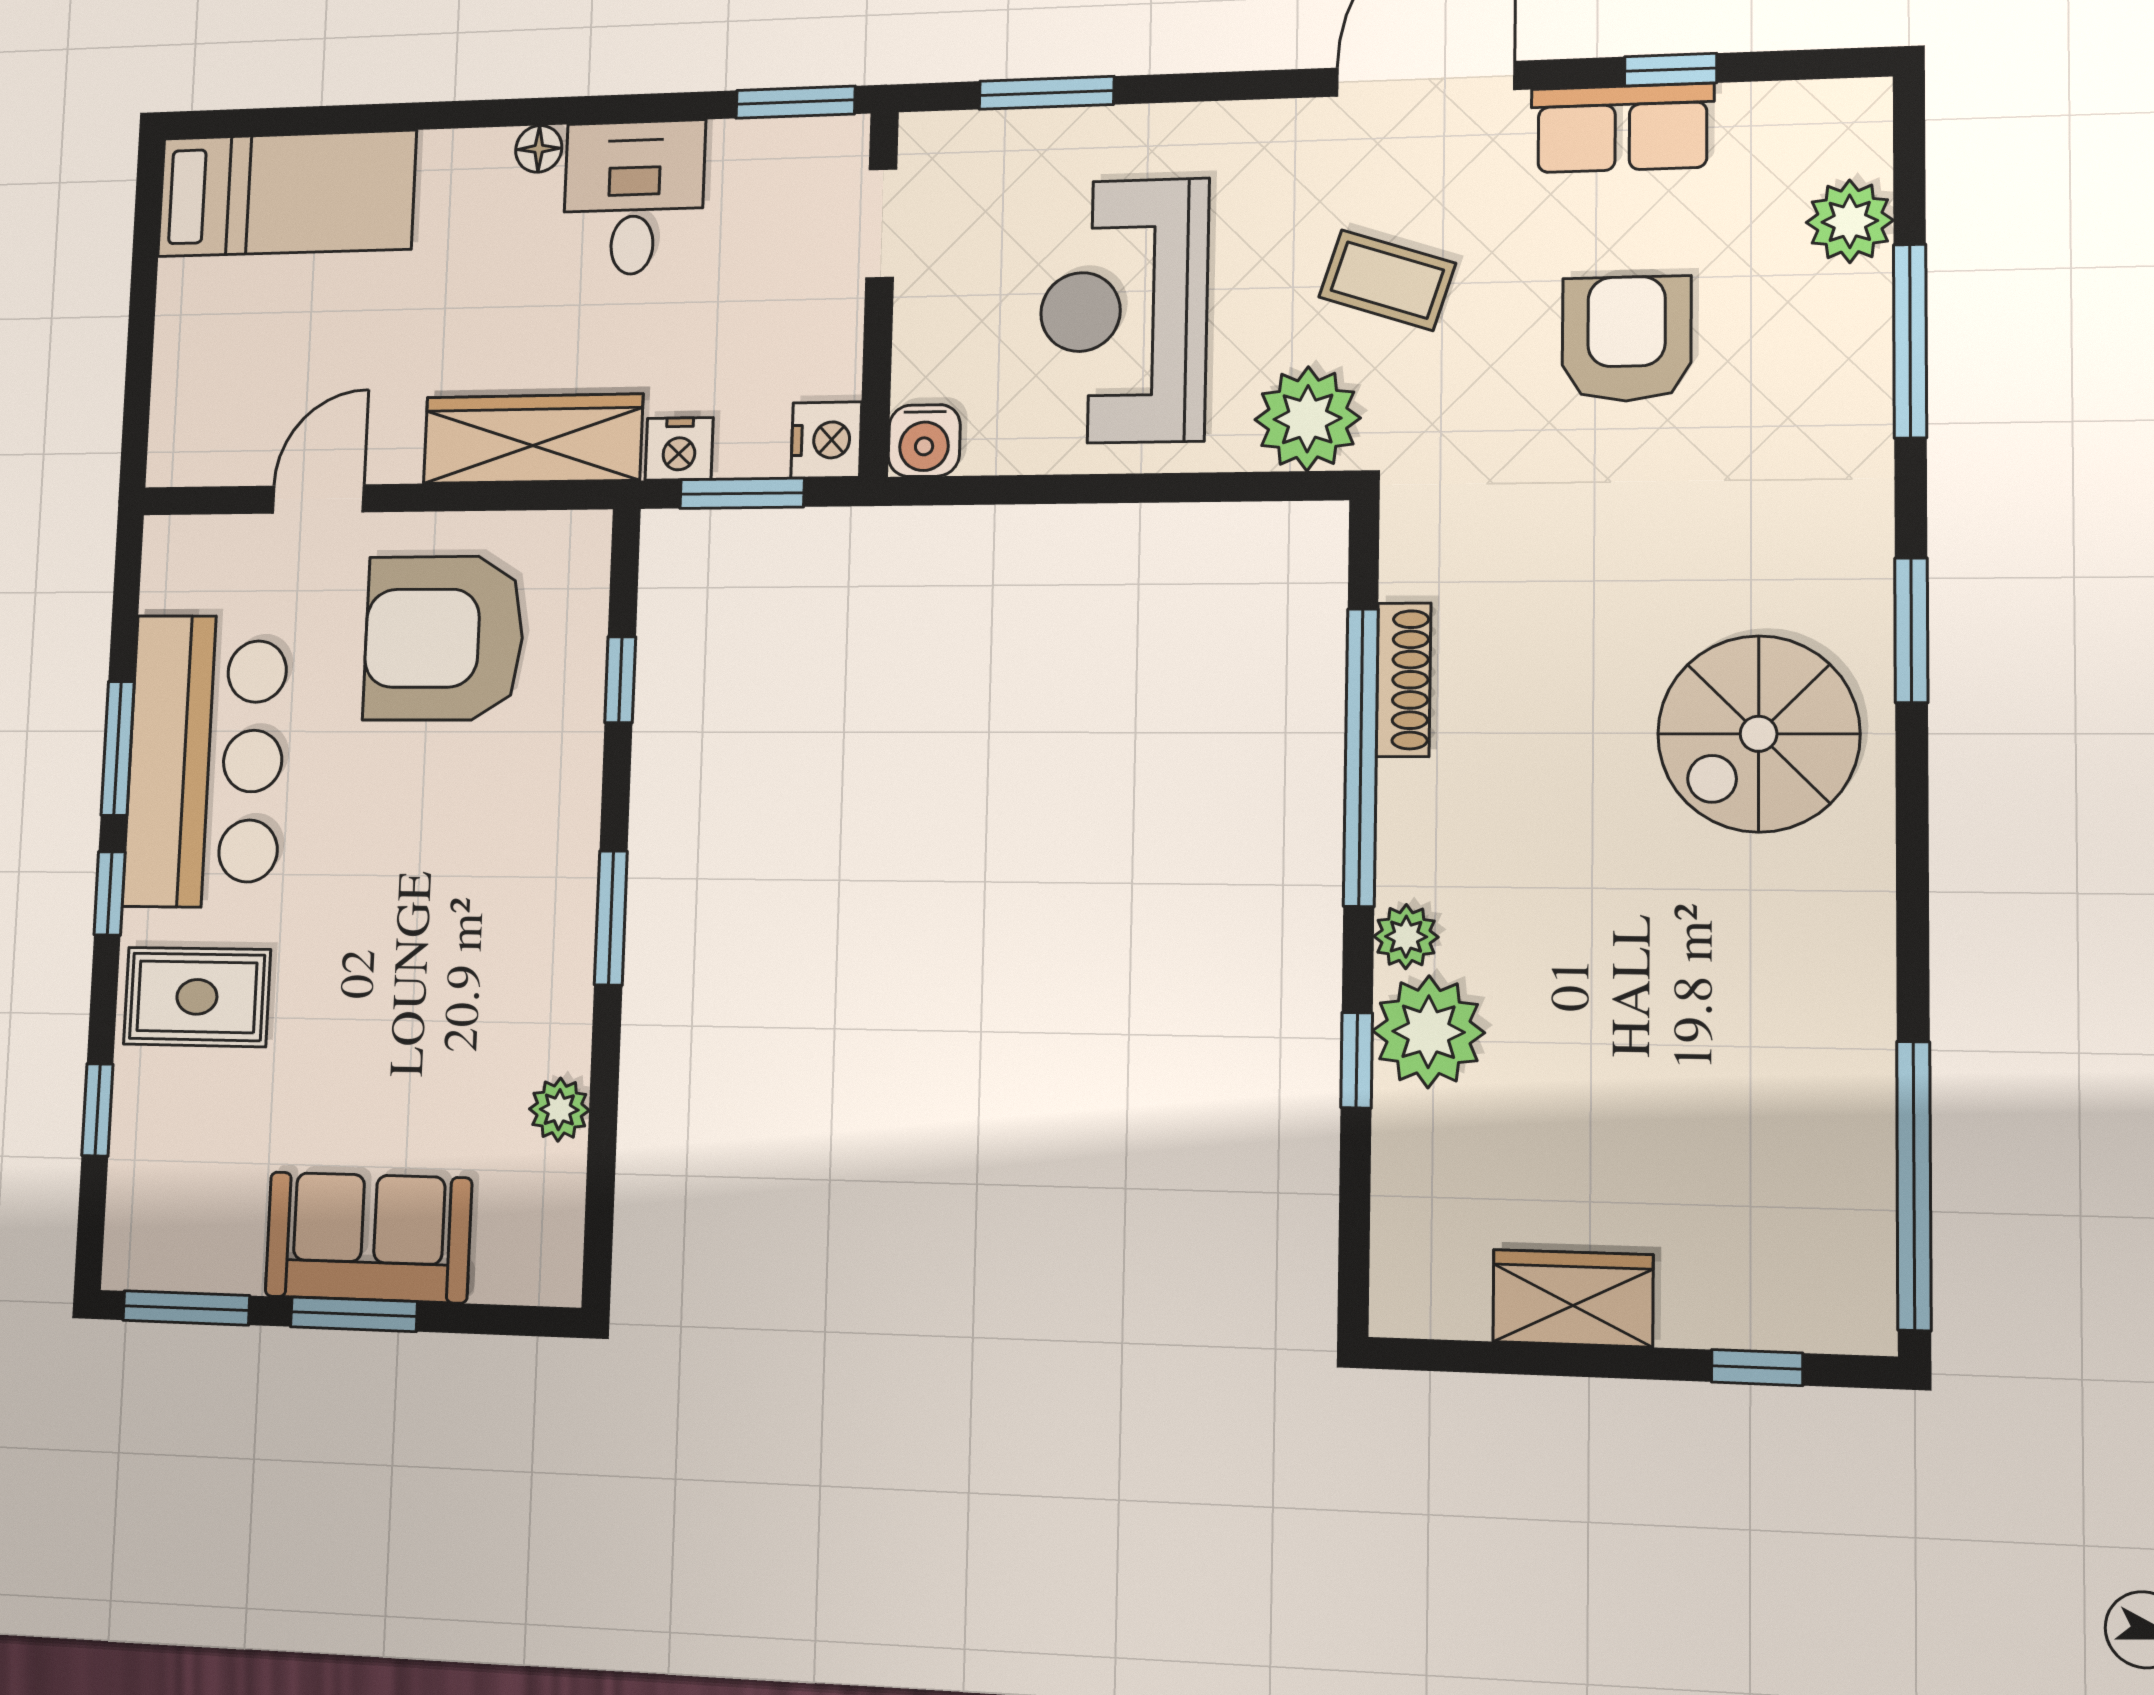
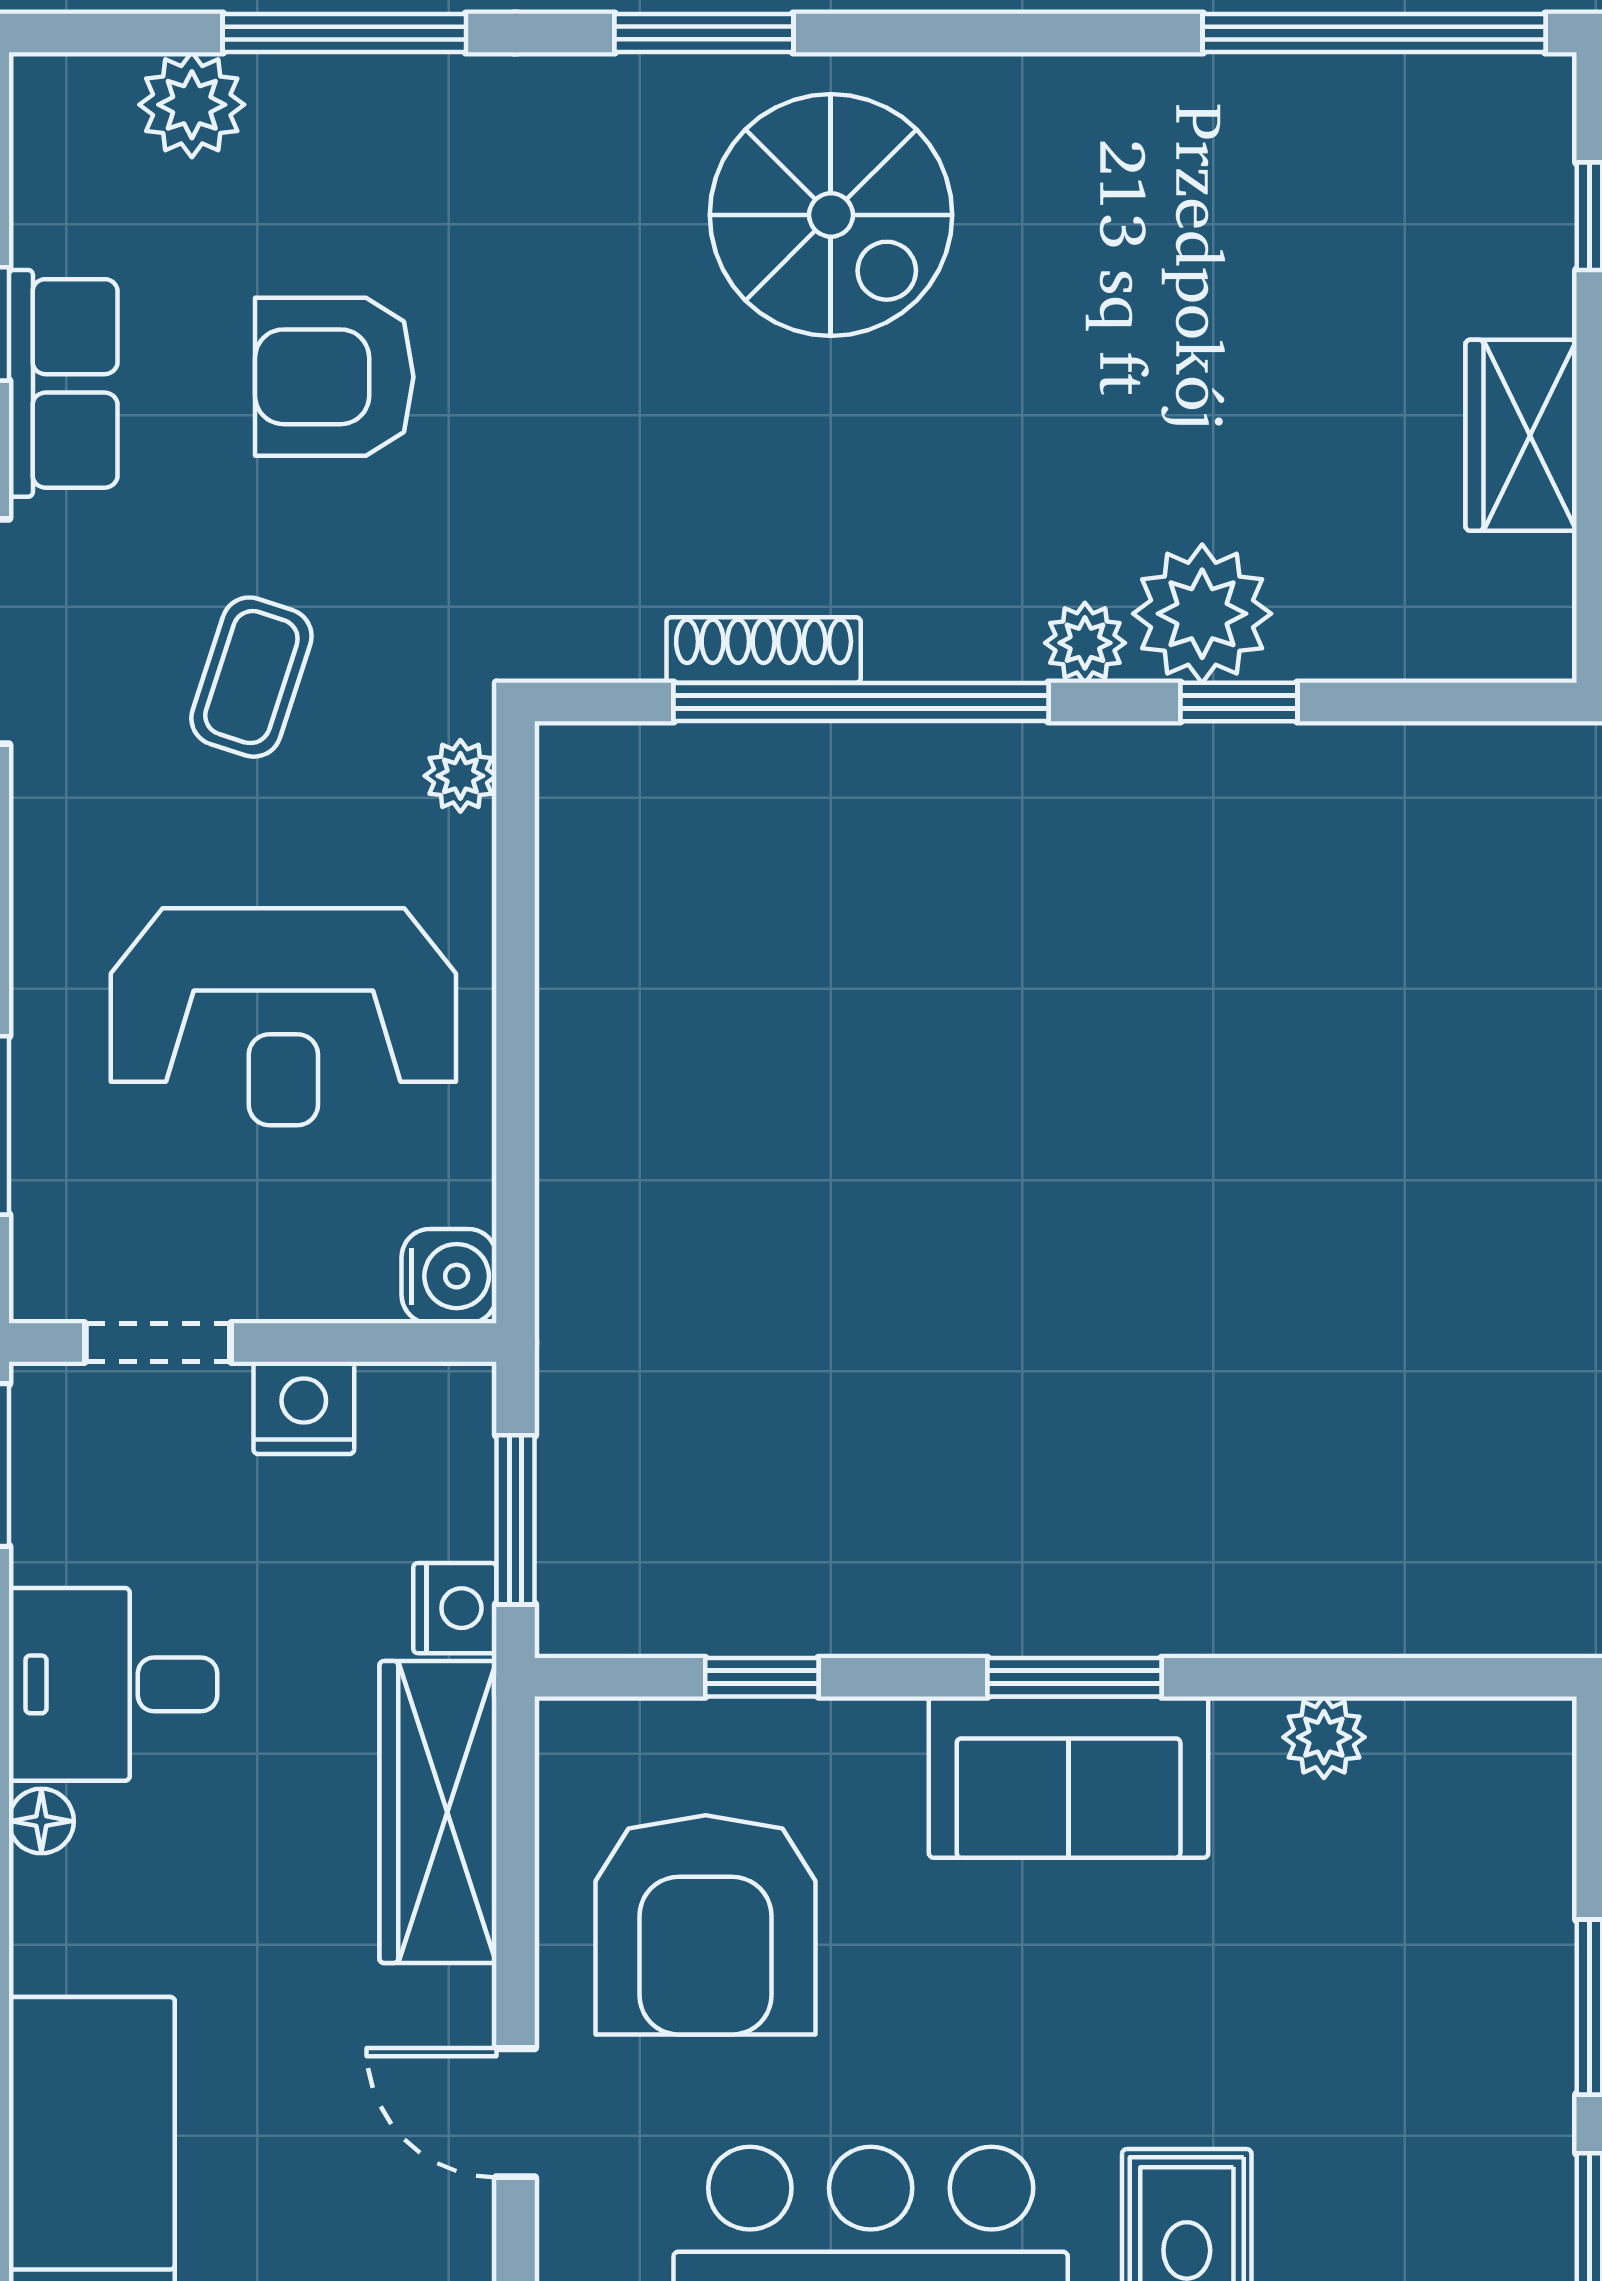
plant: (1308, 419) -> (460, 776), width x0.53, depth x0.53
nightstand: (826, 440) -> (304, 1408), moved
sofa: (368, 1237) -> (1069, 1777), moved, turned -90

